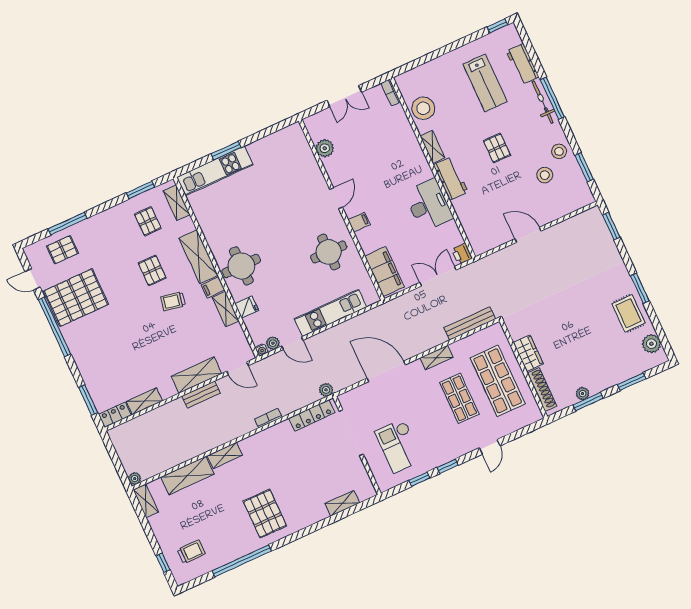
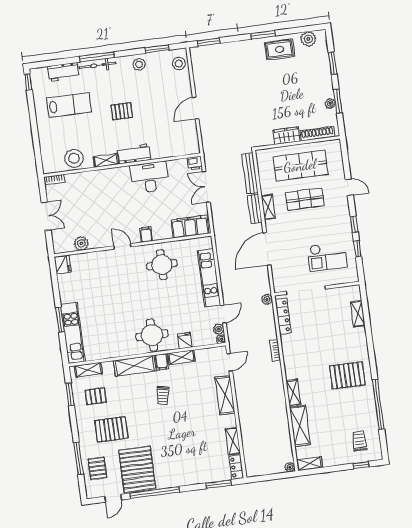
fridge: (293, 134) -> (63, 264), added
stool: (545, 175) -> (179, 64), moved
pallet: (152, 270) -> (111, 429), moved, width x1.50, depth x1.42
bench: (201, 395) -> (255, 209), moved

